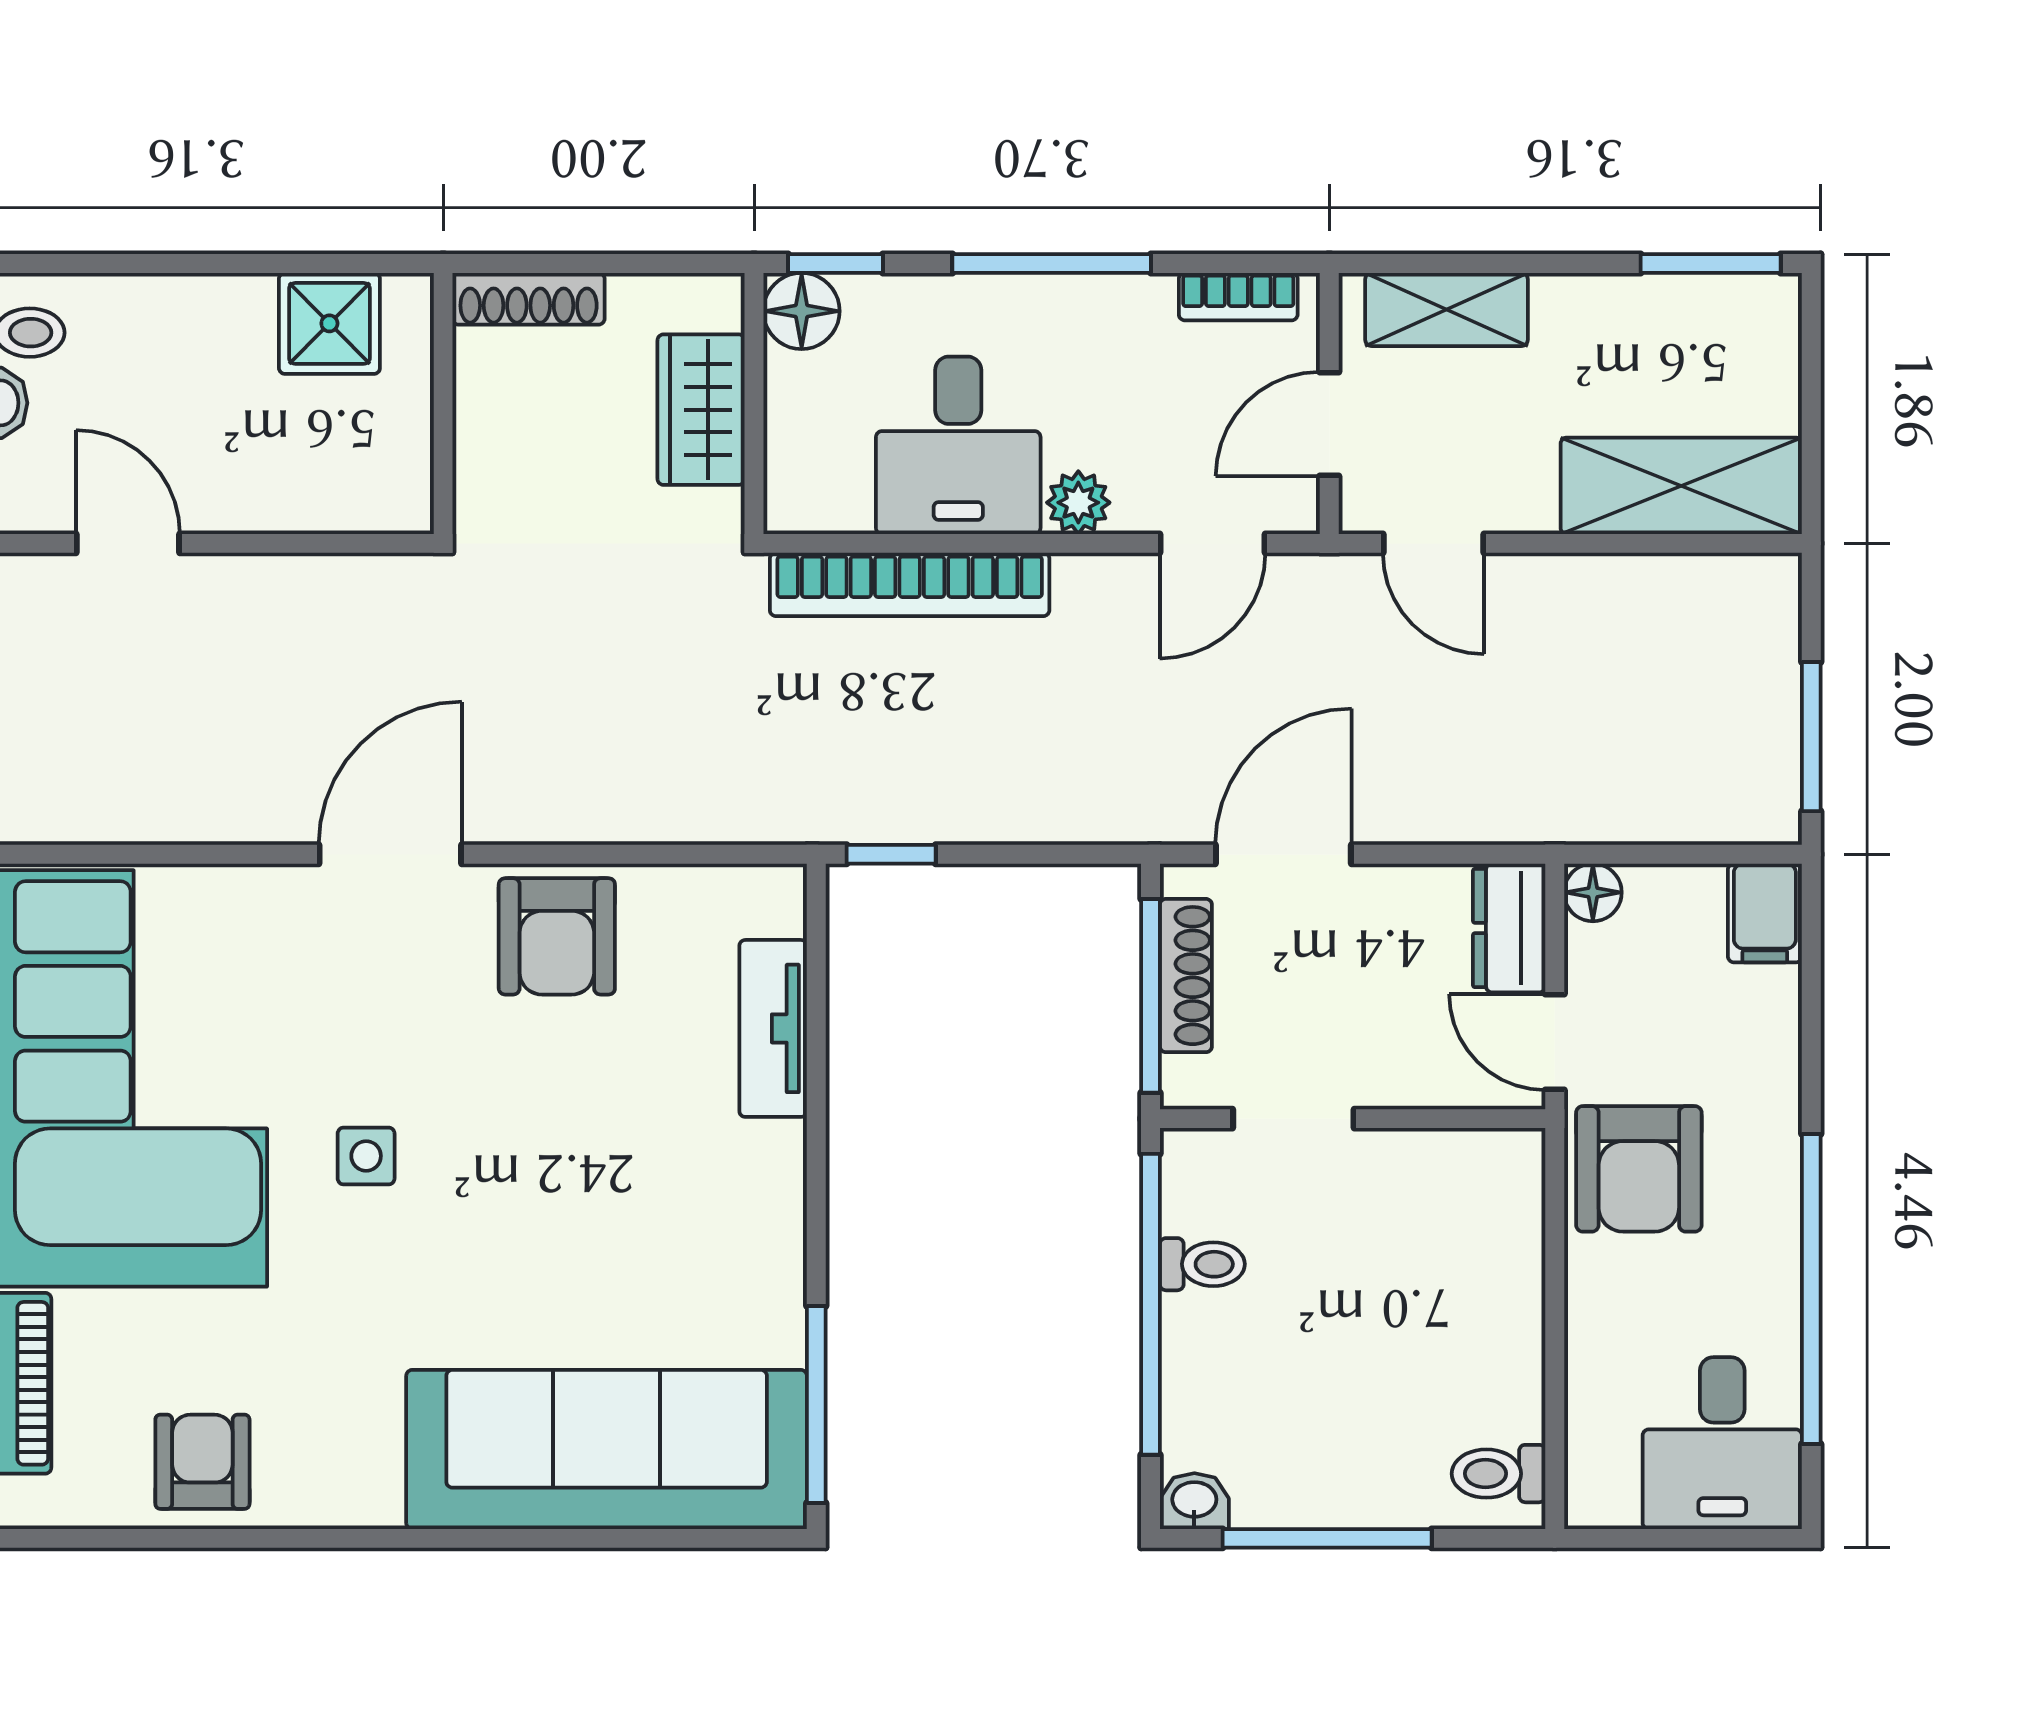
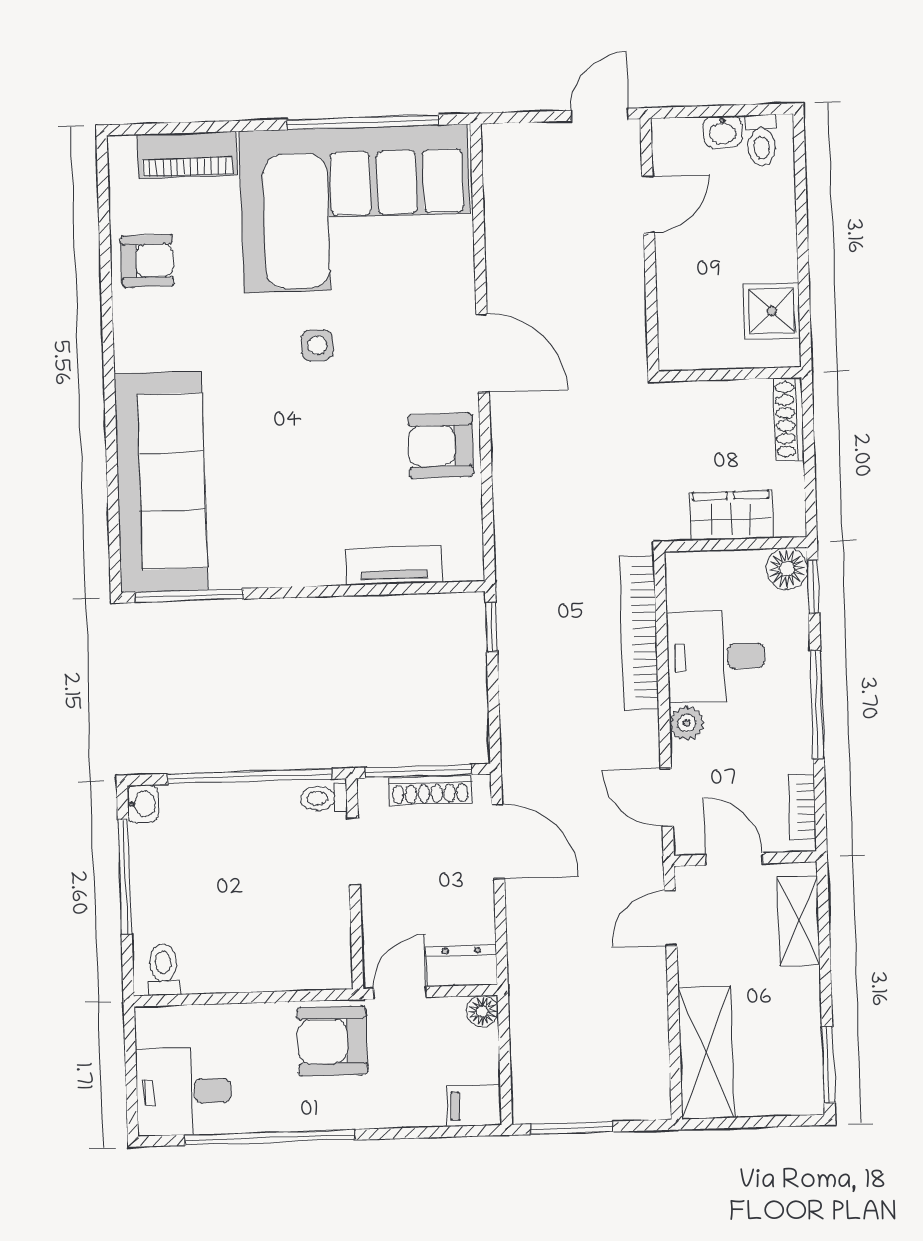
toilet: (1202, 1264) -> (324, 798), moved, turned 90

